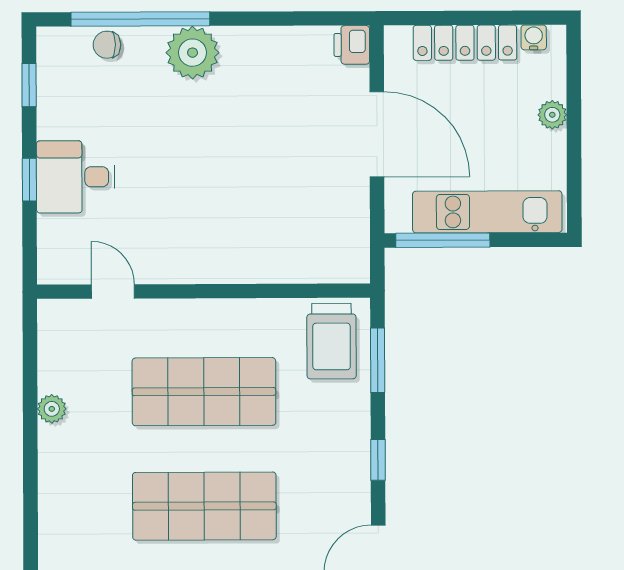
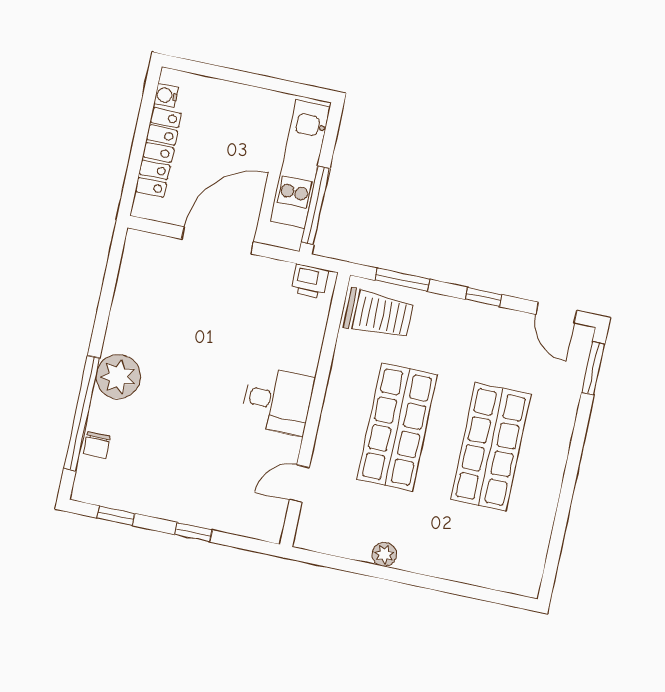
printer: (352, 45) -> (310, 281), moved
plant: (552, 115) -> (233, 94), removed
desk: (76, 177) -> (278, 401), moved, turned -90

